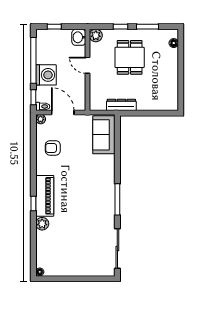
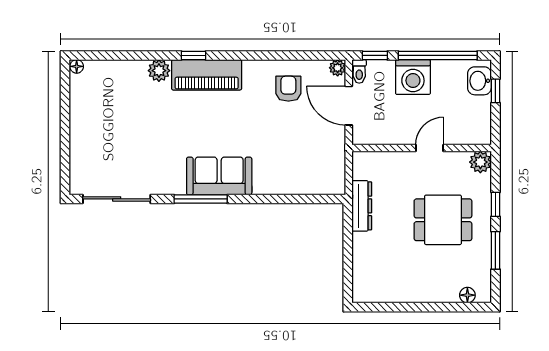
washbasin: (79, 37) -> (479, 81), moved, turned -90
door: (63, 112) -> (349, 106), swing flipped
sofa: (104, 135) -> (219, 176), moved

